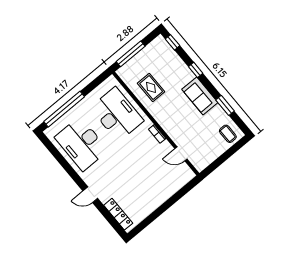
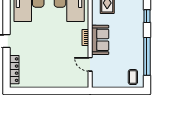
sofa: (200, 96) -> (100, 40), moved, turned 180
window: (225, 105) -> (147, 56), width x2.11

